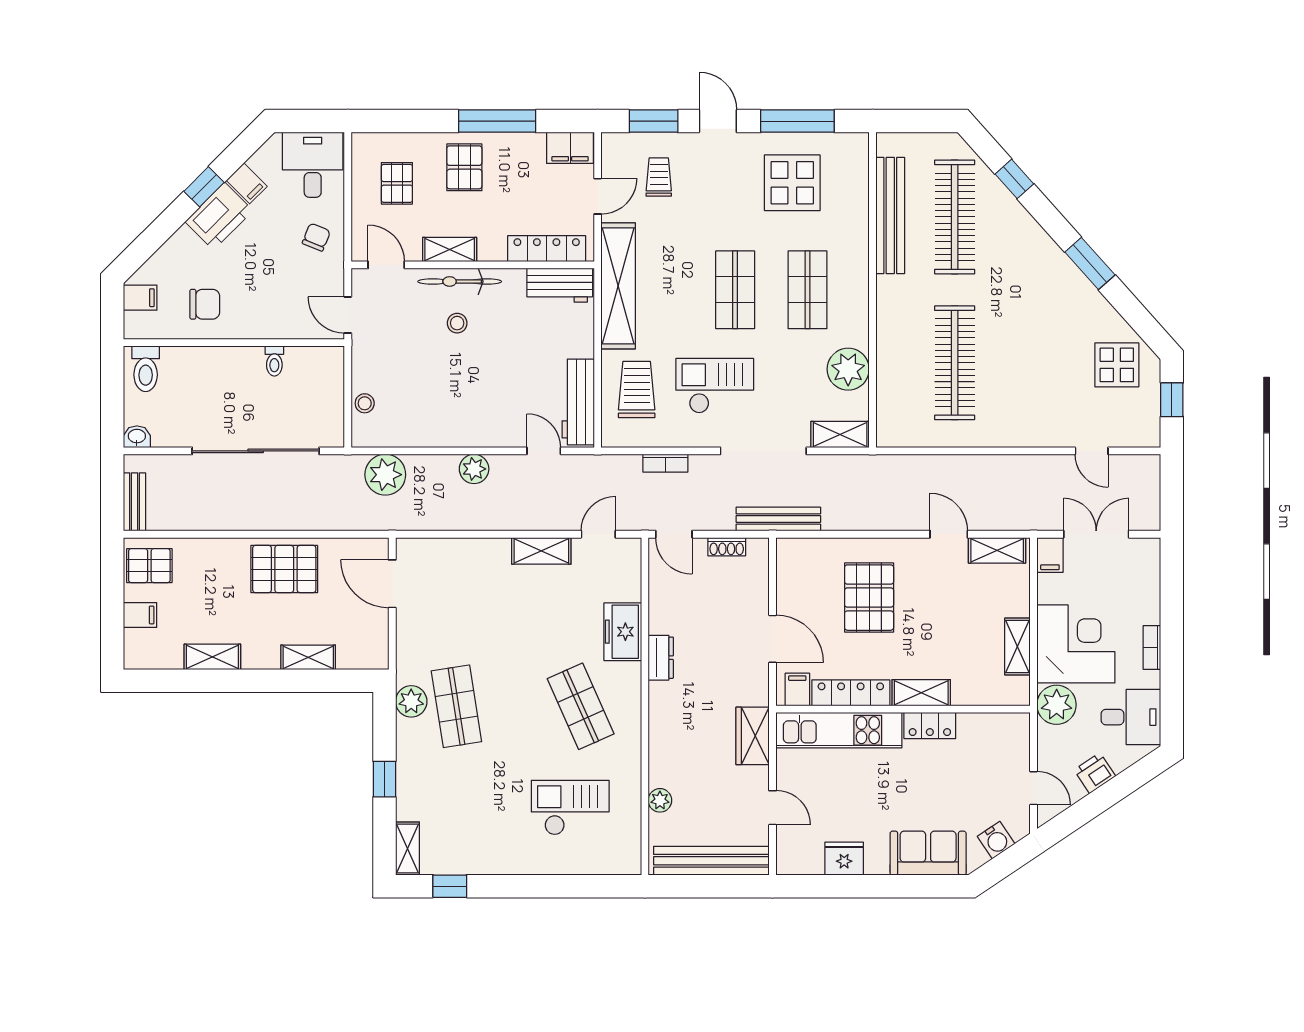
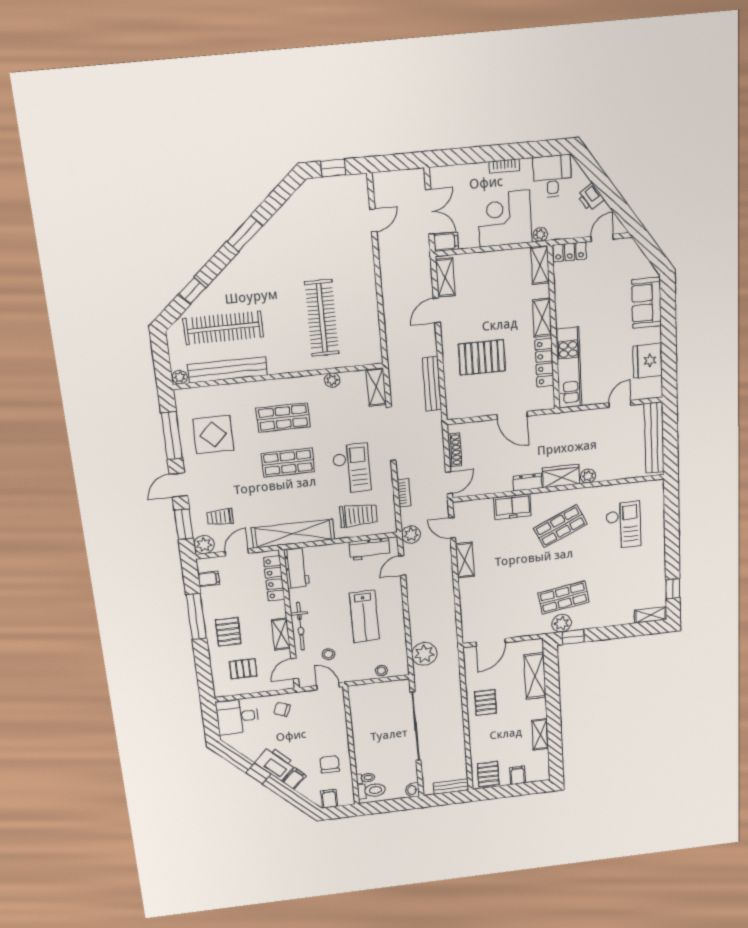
plant: (887, 144) -> (180, 377), added
filing cabinet: (570, 148) -> (209, 579), width x0.50
plant: (616, 148) -> (204, 545), added
pallet: (464, 167) -> (228, 632), turned 90
filing cabinet: (247, 183) -> (294, 779), moved
door: (598, 196) -> (237, 552), hinge flipped
door: (348, 315) -> (328, 686), swing flipped
stool: (457, 323) -> (328, 654), moved
toilet: (274, 361) -> (366, 778), moved
clothes rail: (955, 363) -> (322, 318), turned 90
display table: (1117, 365) -> (313, 209), removed
plant: (848, 369) -> (332, 380), width x0.53, depth x0.53
lab bench: (464, 384) -> (364, 616), added
checkout: (715, 386) -> (352, 468), turned 180
trolley: (637, 390) -> (358, 515), turned 180
workbench: (578, 402) -> (369, 549), width x0.73
plant: (474, 469) -> (411, 535), moved
bench: (778, 519) -> (432, 384), moved
double door: (1096, 534) -> (430, 212), swing flipped
shoe rack: (727, 547) -> (455, 450), width x1.43
pallet: (284, 569) -> (486, 702), width x0.67, depth x0.71
door: (773, 639) -> (512, 415), swing flipped
shelving: (1017, 647) -> (540, 265), moved, turned 90
shelving: (308, 657) -> (535, 676), width x1.50, depth x1.33
filing cabinet: (797, 689) -> (544, 397), removed
plant: (1057, 705) -> (540, 234), width x0.53, depth x0.53
locker: (930, 725) -> (570, 252), moved, turned 90
wardrobe: (753, 736) -> (561, 476), moved, turned 180
window: (384, 779) -> (573, 637), moved
plant: (660, 800) -> (588, 476), moved
checkout: (570, 808) -> (623, 525), turned 180
water cooler: (996, 840) -> (637, 259), removed
fridge: (844, 859) -> (648, 361), width x1.36, depth x1.34

